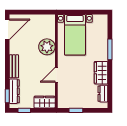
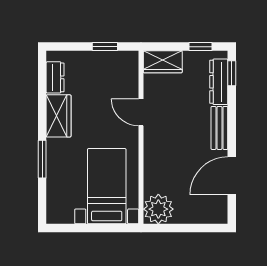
door: (7, 29) -> (232, 176), moved
plant: (47, 47) -> (158, 209), moved
door: (56, 75) -> (141, 112), swing flipped

